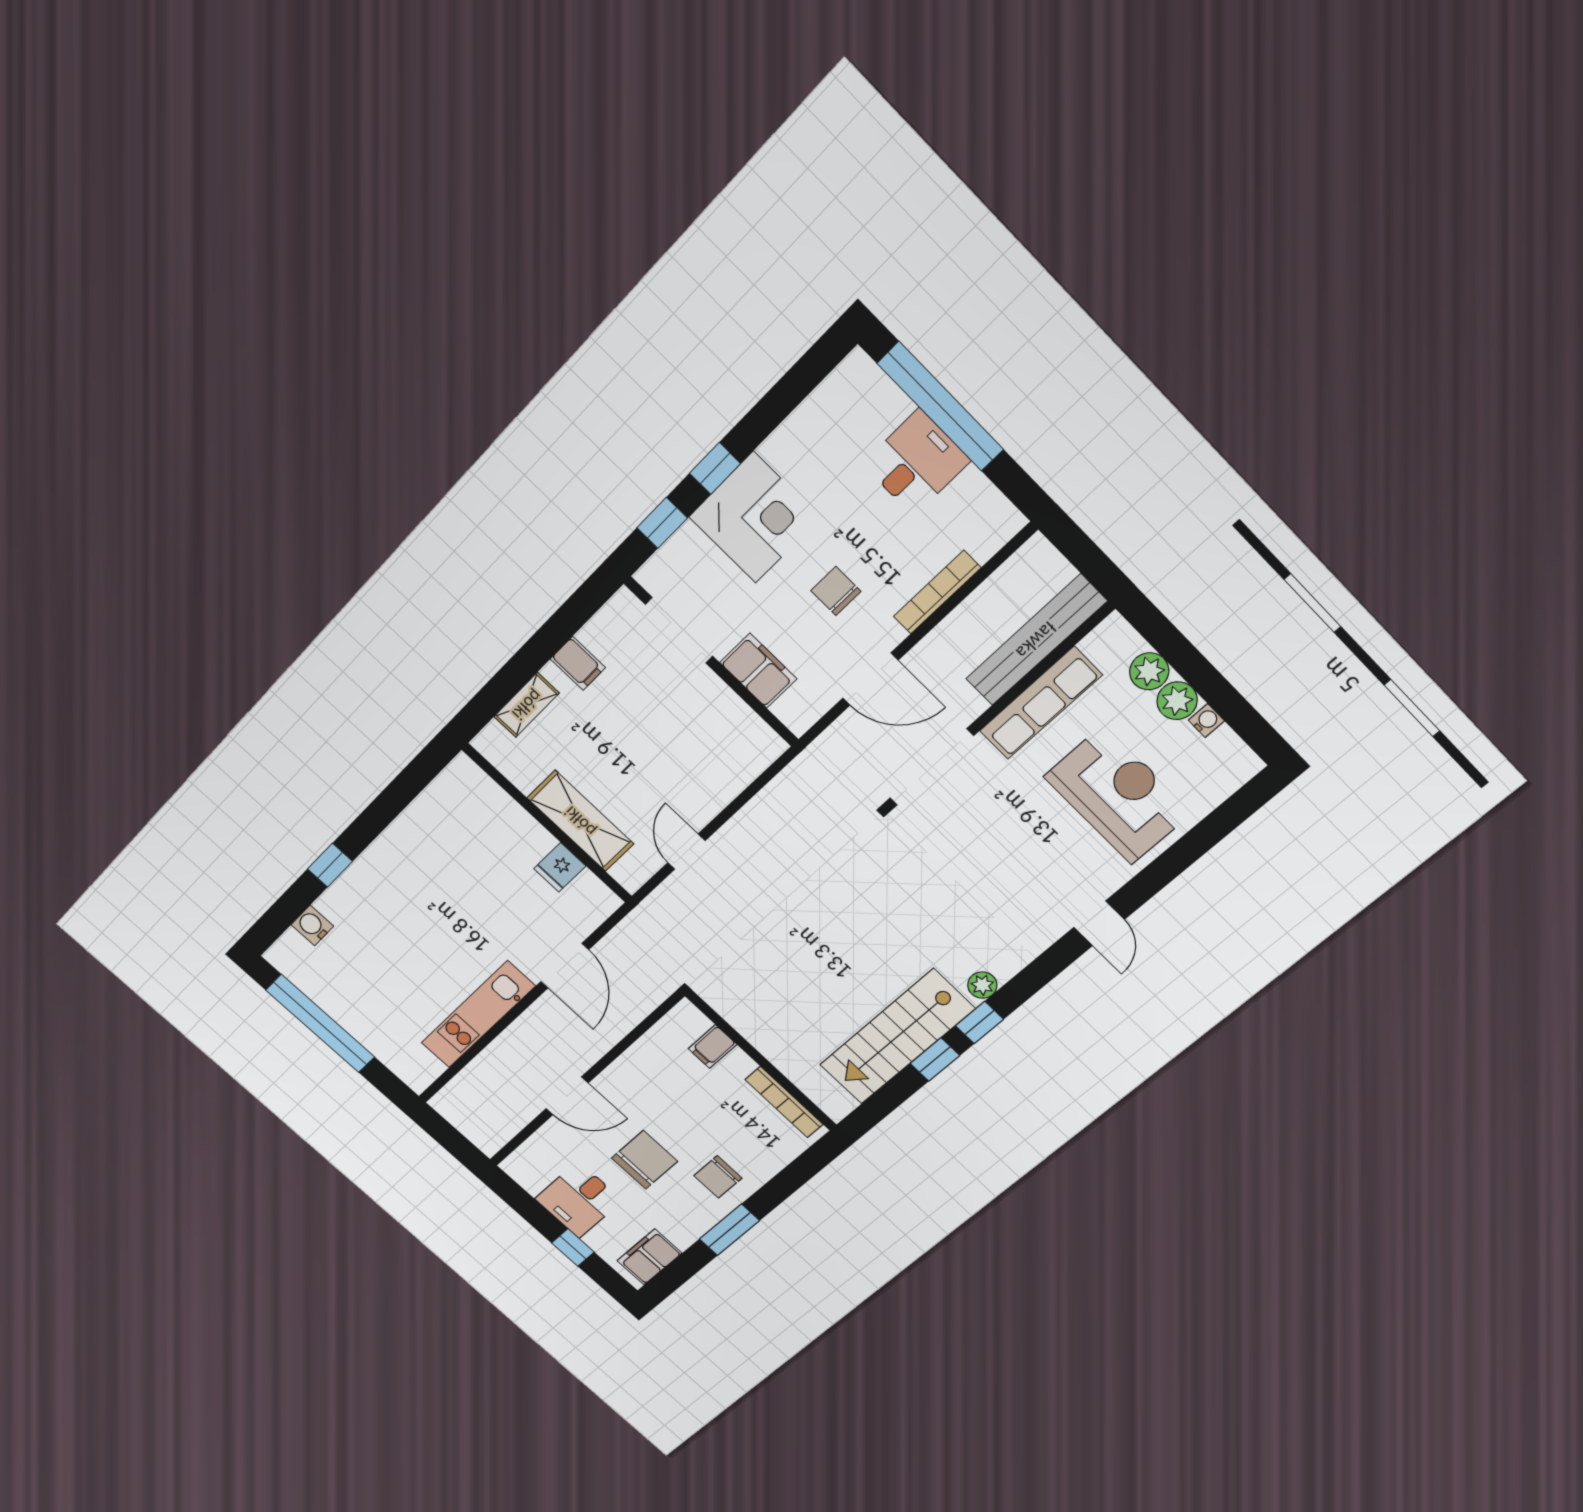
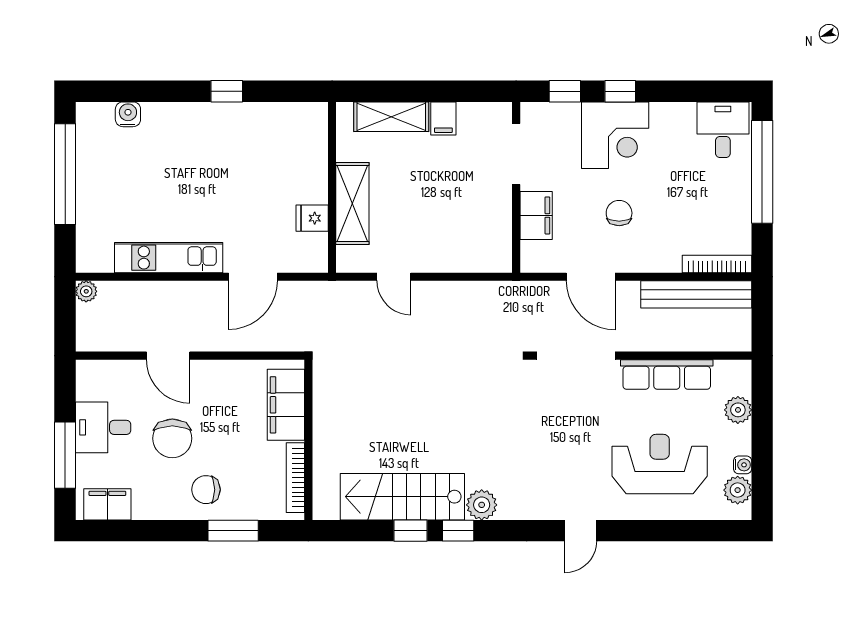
desk: (916, 463) -> (723, 130), moved, turned -90
bookcase: (937, 592) -> (717, 264), moved
bench: (1036, 640) -> (696, 294), moved
plant: (1177, 701) -> (738, 490), moved
shelving: (527, 705) -> (391, 117), width x1.50, depth x1.33
reception desk: (1118, 795) -> (660, 464), turned -90
door: (686, 852) -> (394, 277), swing flipped
window: (330, 865) -> (227, 91), moved
plant: (982, 985) -> (482, 505), width x1.38, depth x1.38
filing cabinet: (713, 1047) -> (286, 405), width x3.00, depth x1.17
plant: (444, 1103) -> (86, 291), added
chair: (645, 1160) -> (172, 438), turned 90
window: (729, 1230) -> (233, 531), moved
window: (573, 1247) -> (65, 455), width x2.17

